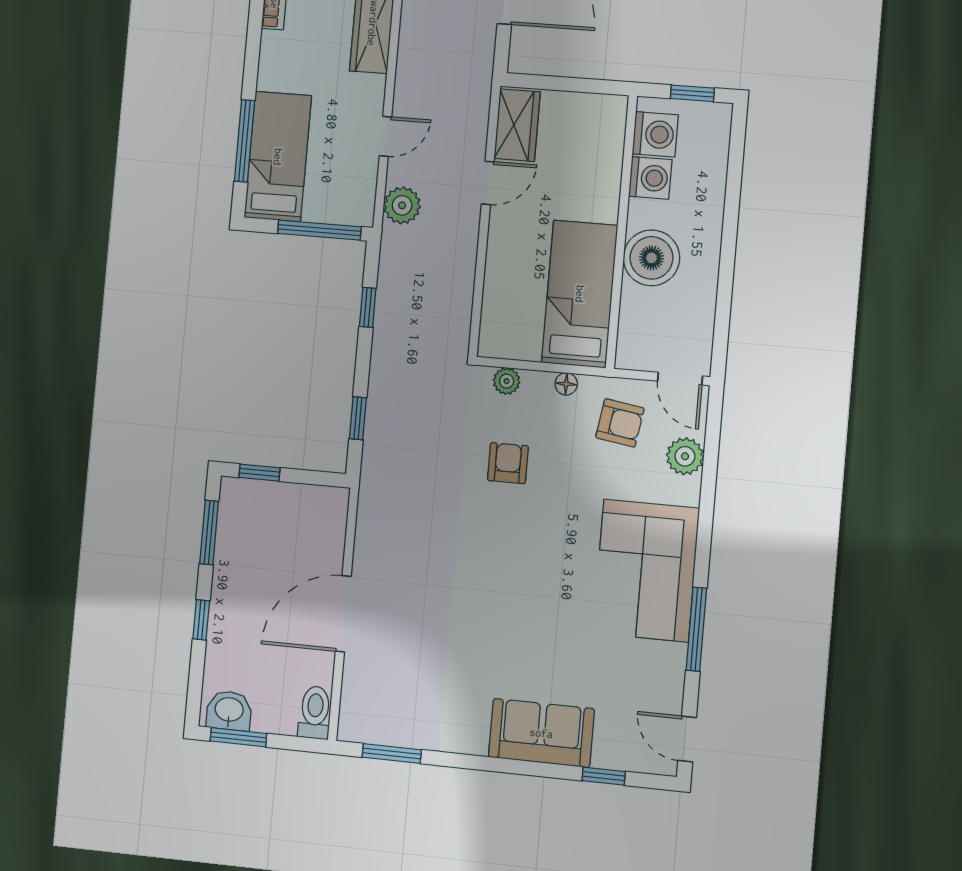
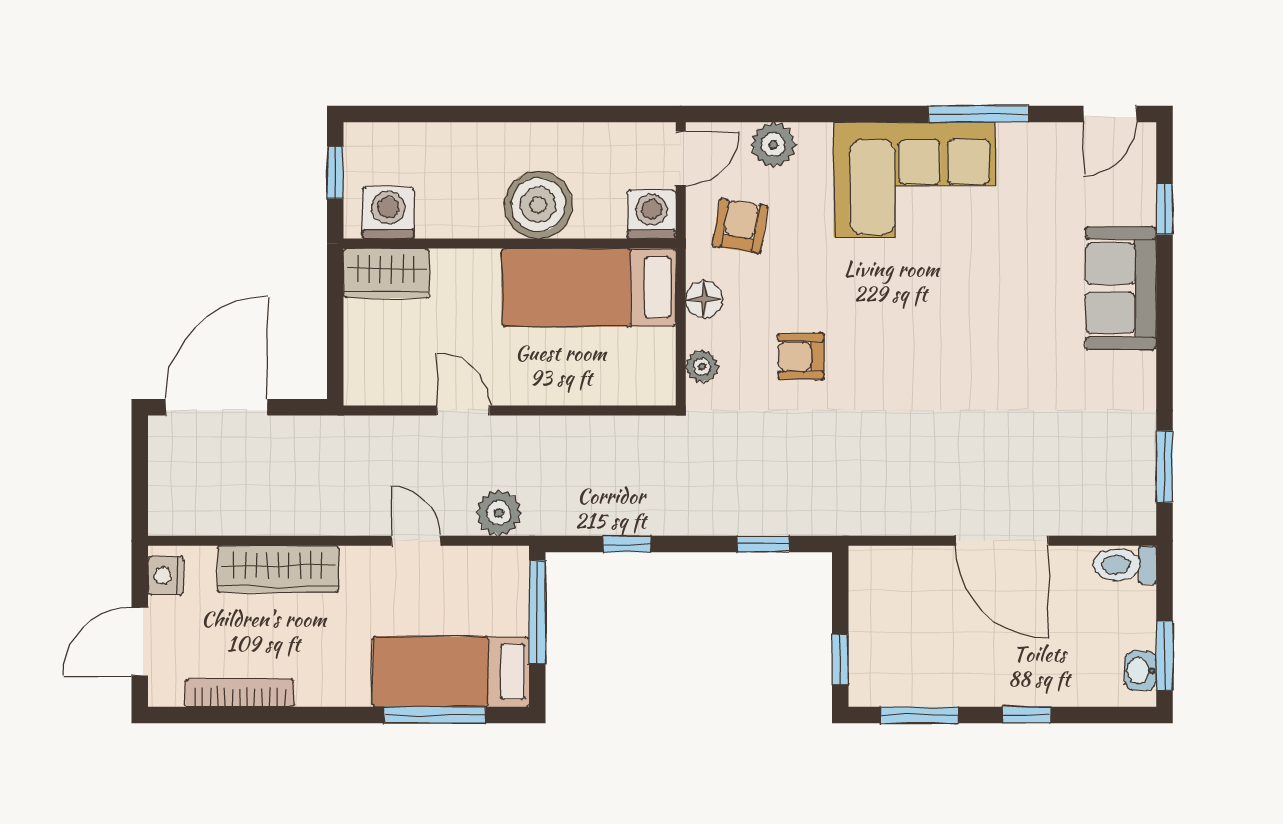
wardrobe: (517, 125) -> (386, 273), moved, turned 180
washing machine: (650, 178) -> (652, 214), moved
floor lamp: (566, 384) -> (704, 299), width x1.37, depth x1.37
washbasin: (229, 711) -> (1140, 671), width x0.72, depth x0.69

